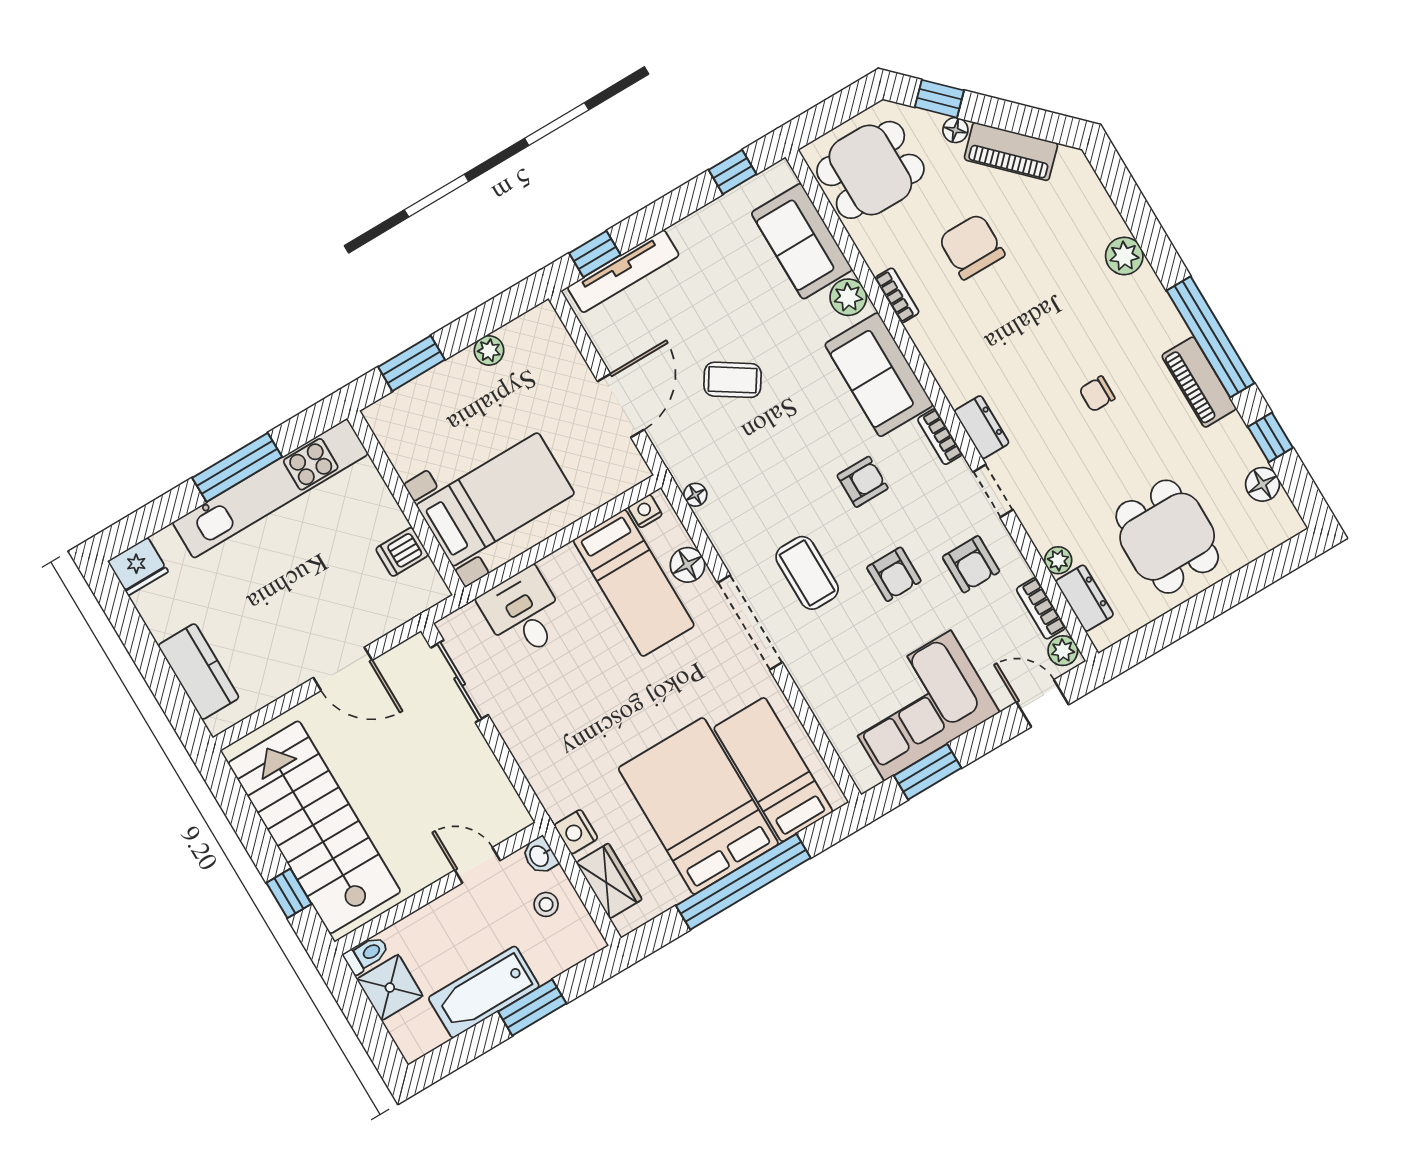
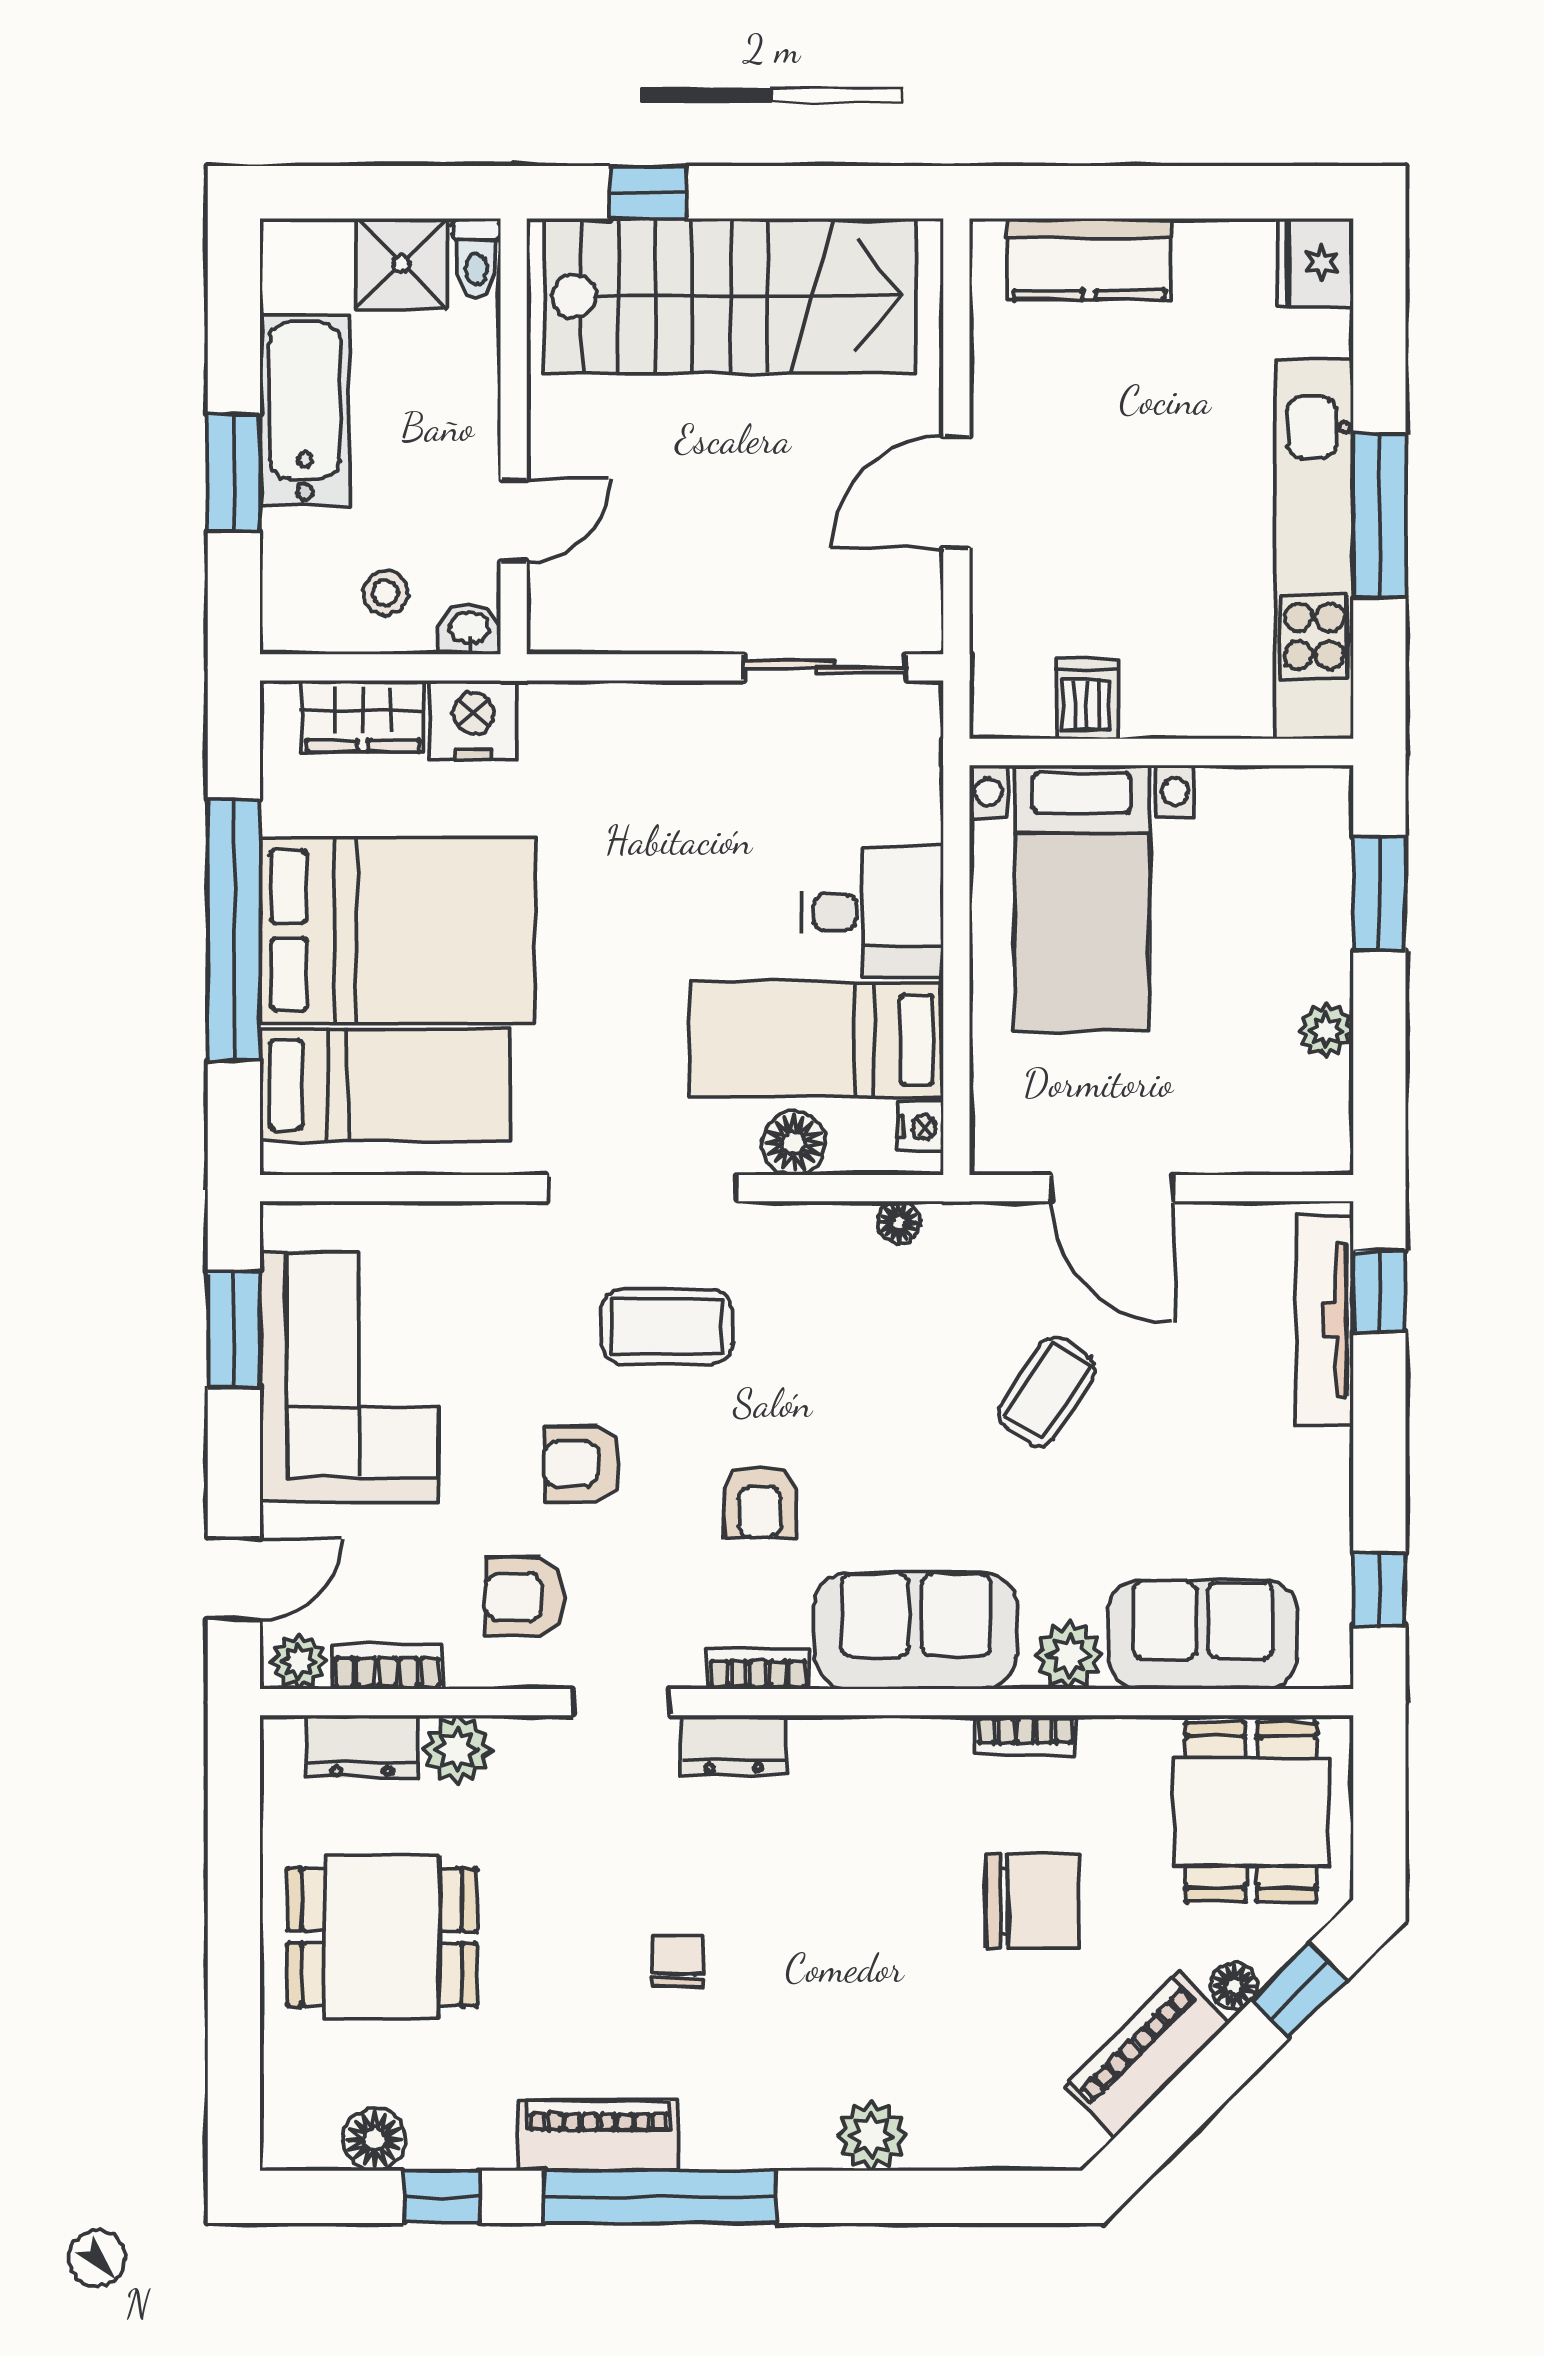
plant: (1058, 560) -> (457, 1750), width x1.38, depth x1.38
desk: (523, 613) -> (873, 912), moved
nightstand: (576, 832) -> (473, 720), width x1.36, depth x1.33

